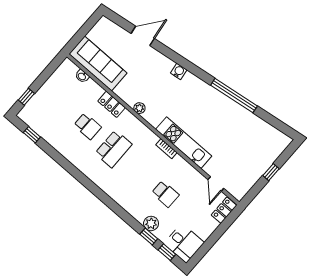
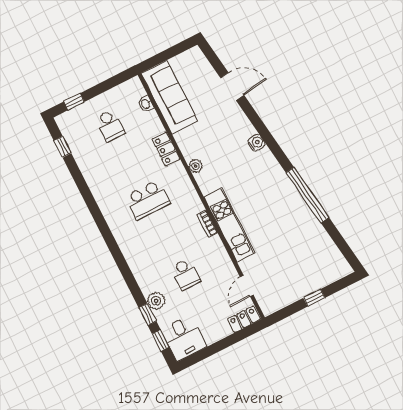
school desk: (87, 126) -> (110, 125), moved

